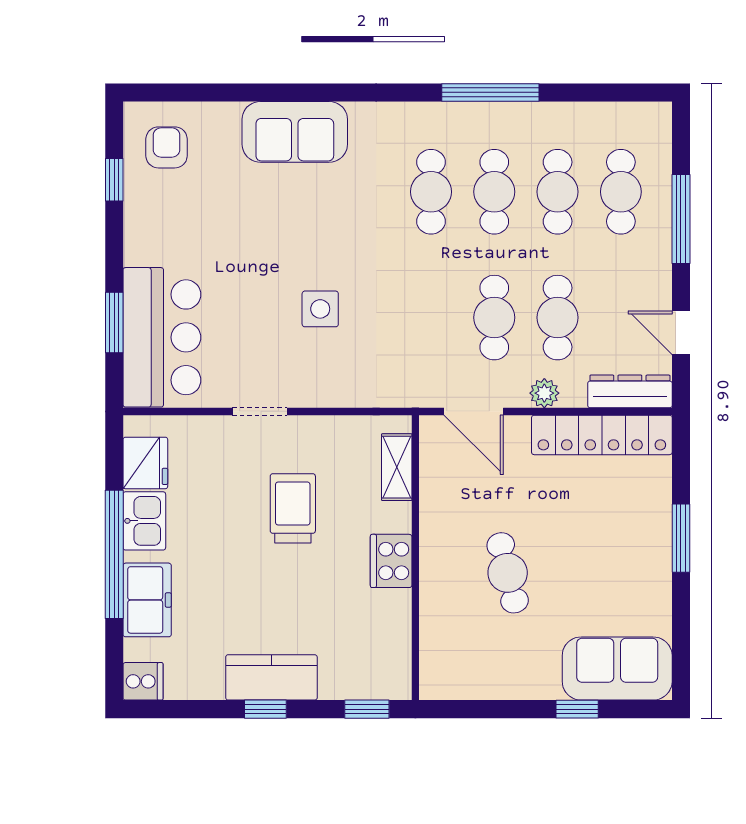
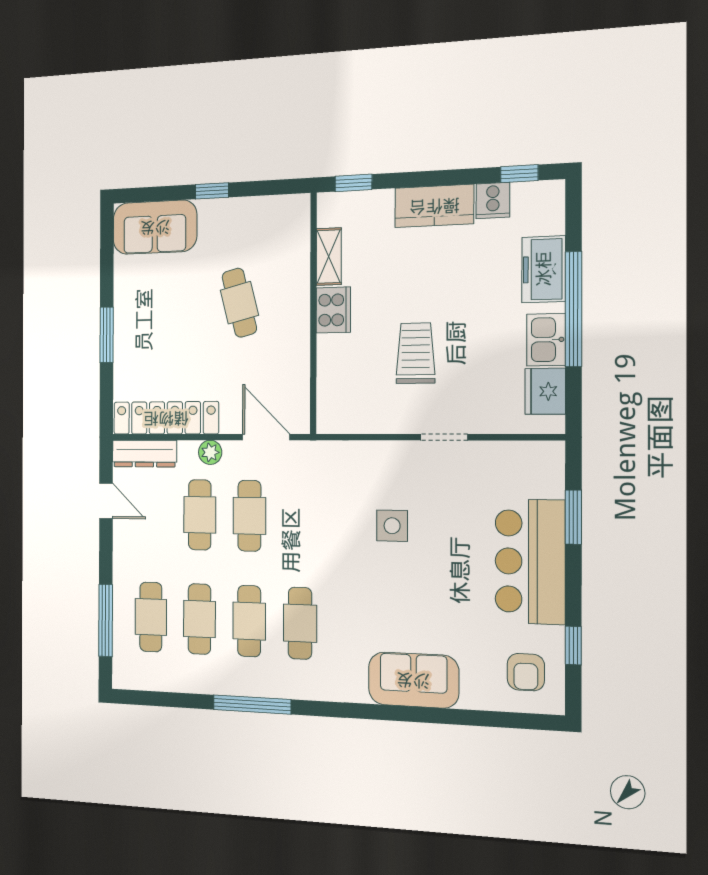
window: (681, 219) -> (106, 620), moved
bar counter: (162, 337) -> (530, 562), moved
shelving: (397, 467) -> (329, 257), moved
trolley: (293, 508) -> (416, 353), turned 180
cooker: (143, 681) -> (493, 200), moved, turned -90
window: (265, 709) -> (519, 174), moved
window: (577, 709) -> (212, 191), moved

